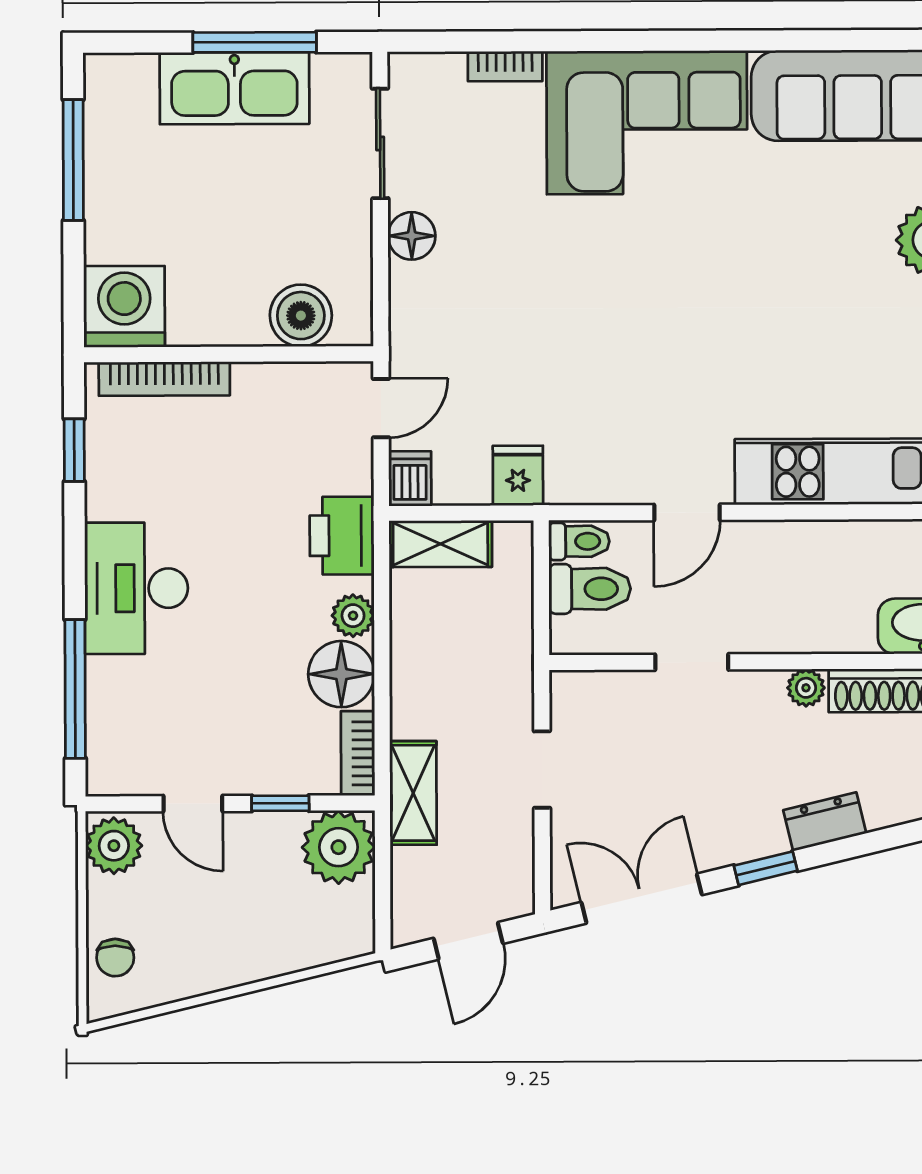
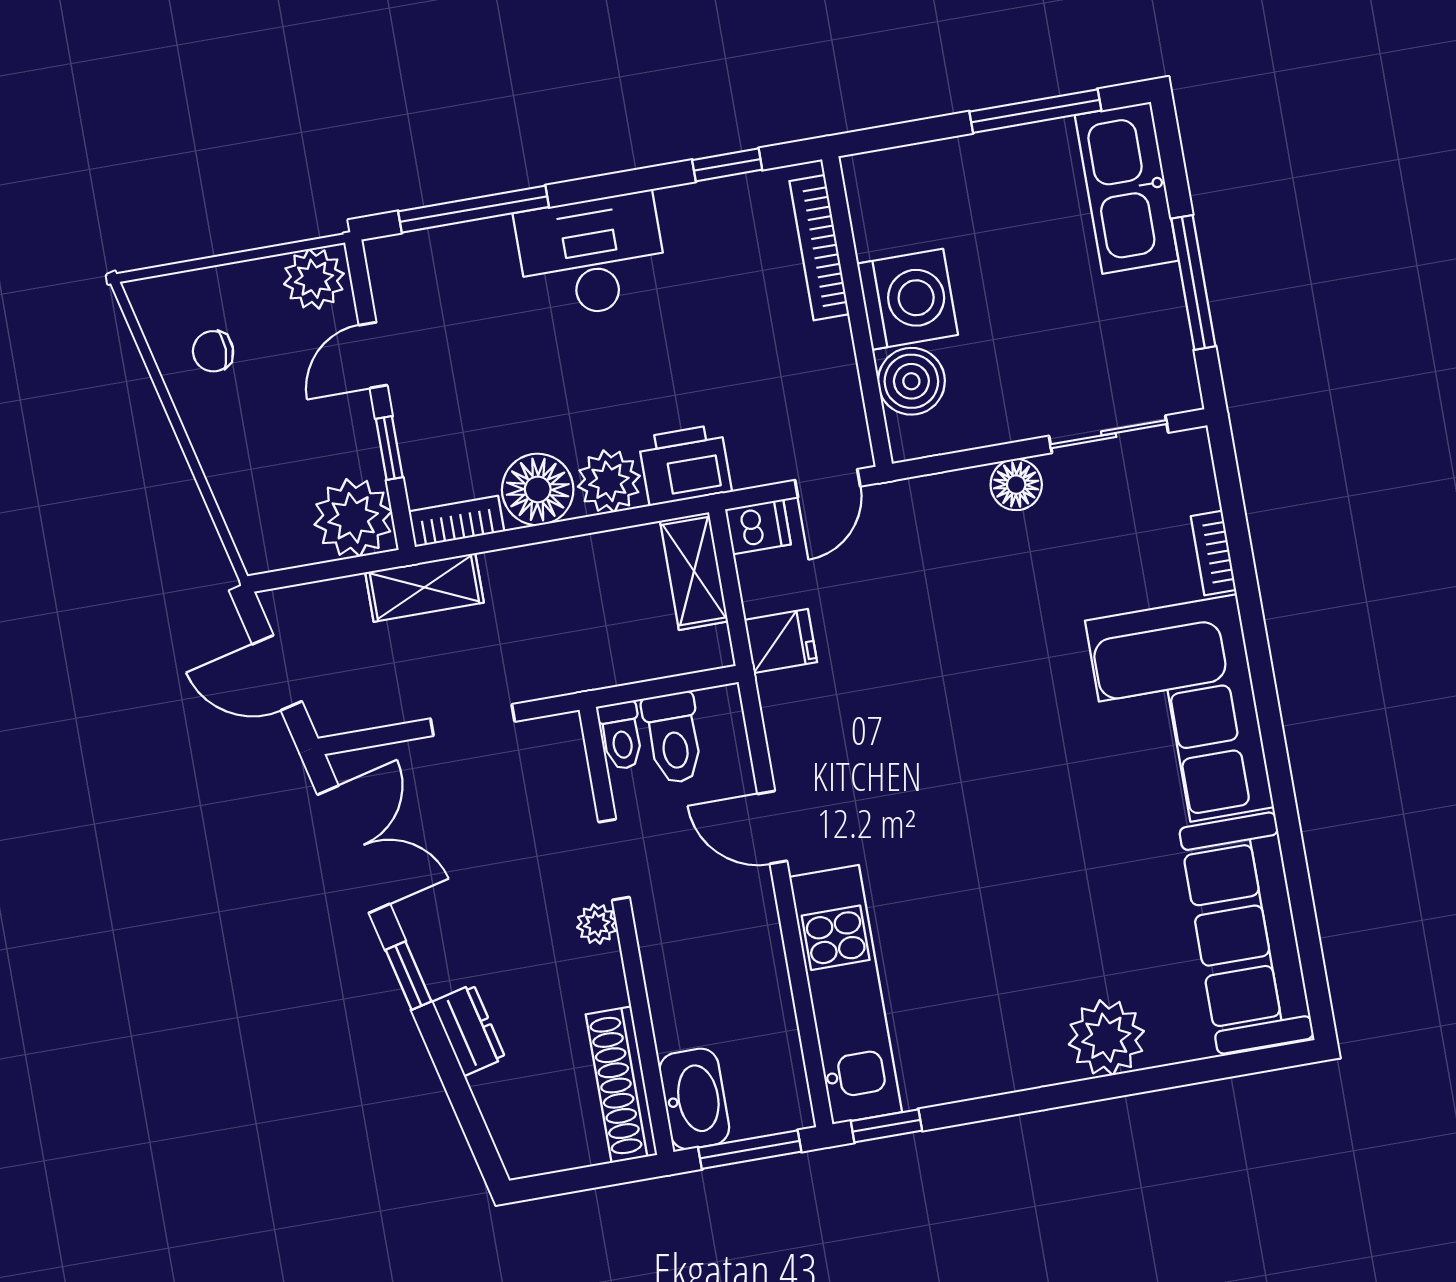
kitchen sink: (234, 88) -> (1127, 188), moved
washing machine: (124, 307) -> (908, 299), moved
door: (381, 408) -> (828, 483), hinge flipped
toilet: (579, 541) -> (621, 736), moved
plant: (353, 616) -> (609, 481), width x1.38, depth x1.38
plant: (806, 688) -> (597, 924), moved
chair: (115, 958) -> (213, 351), moved

